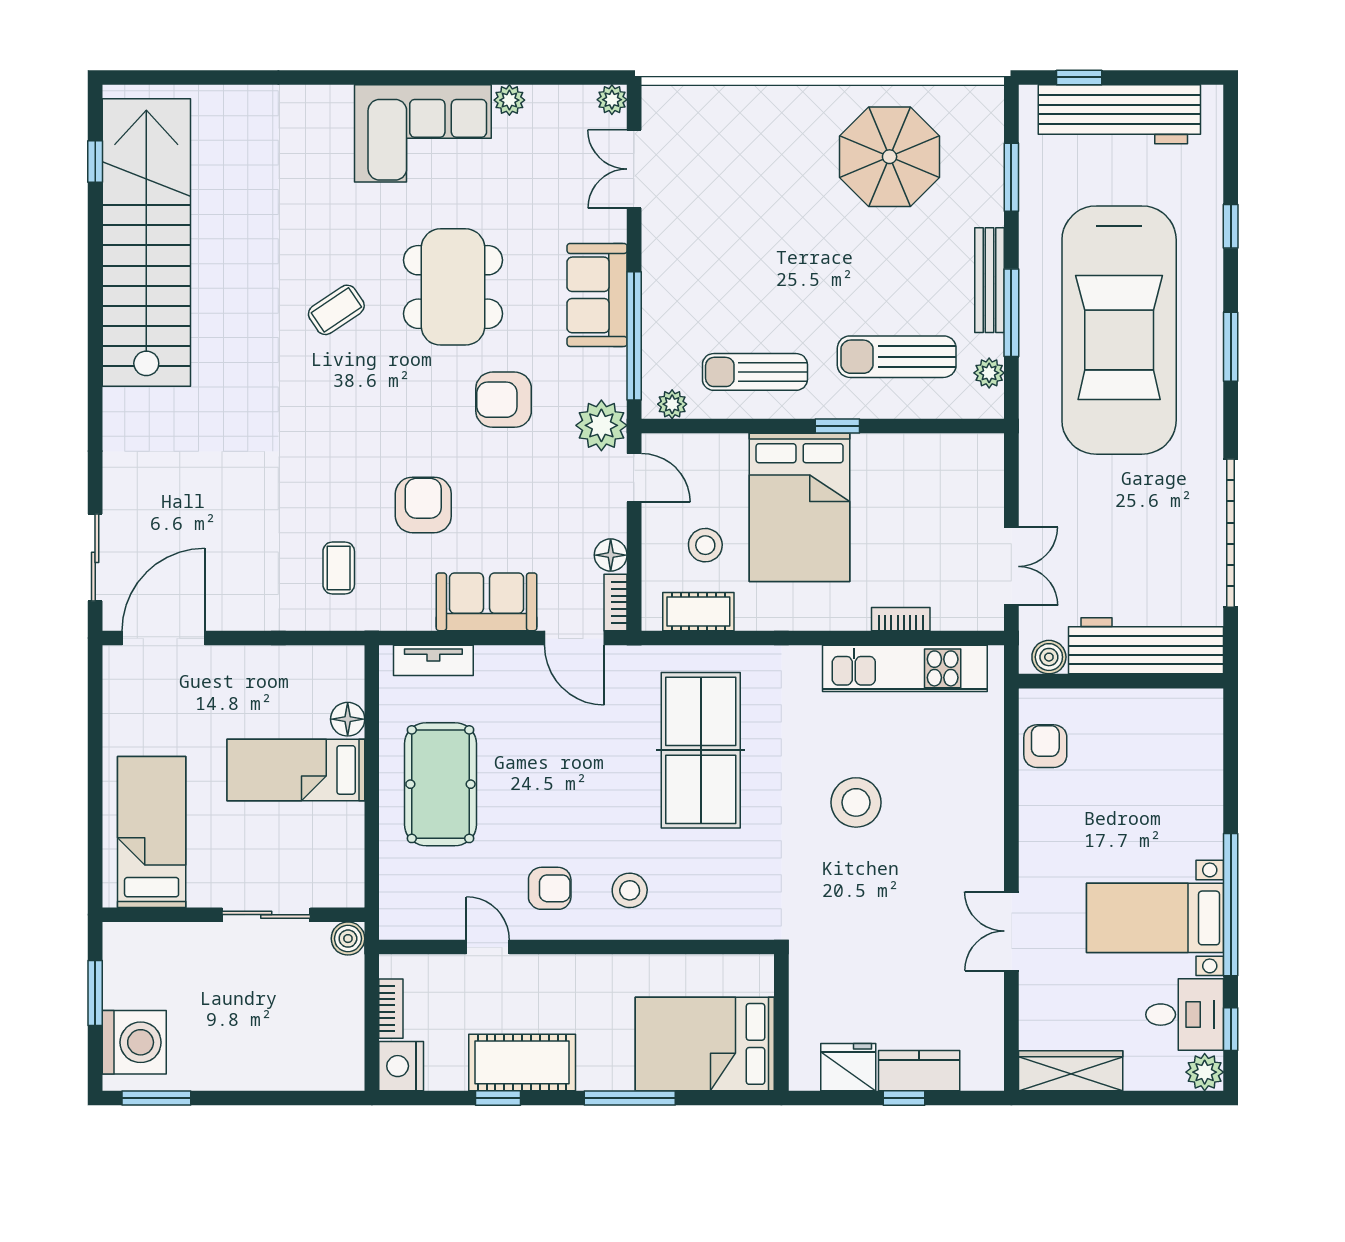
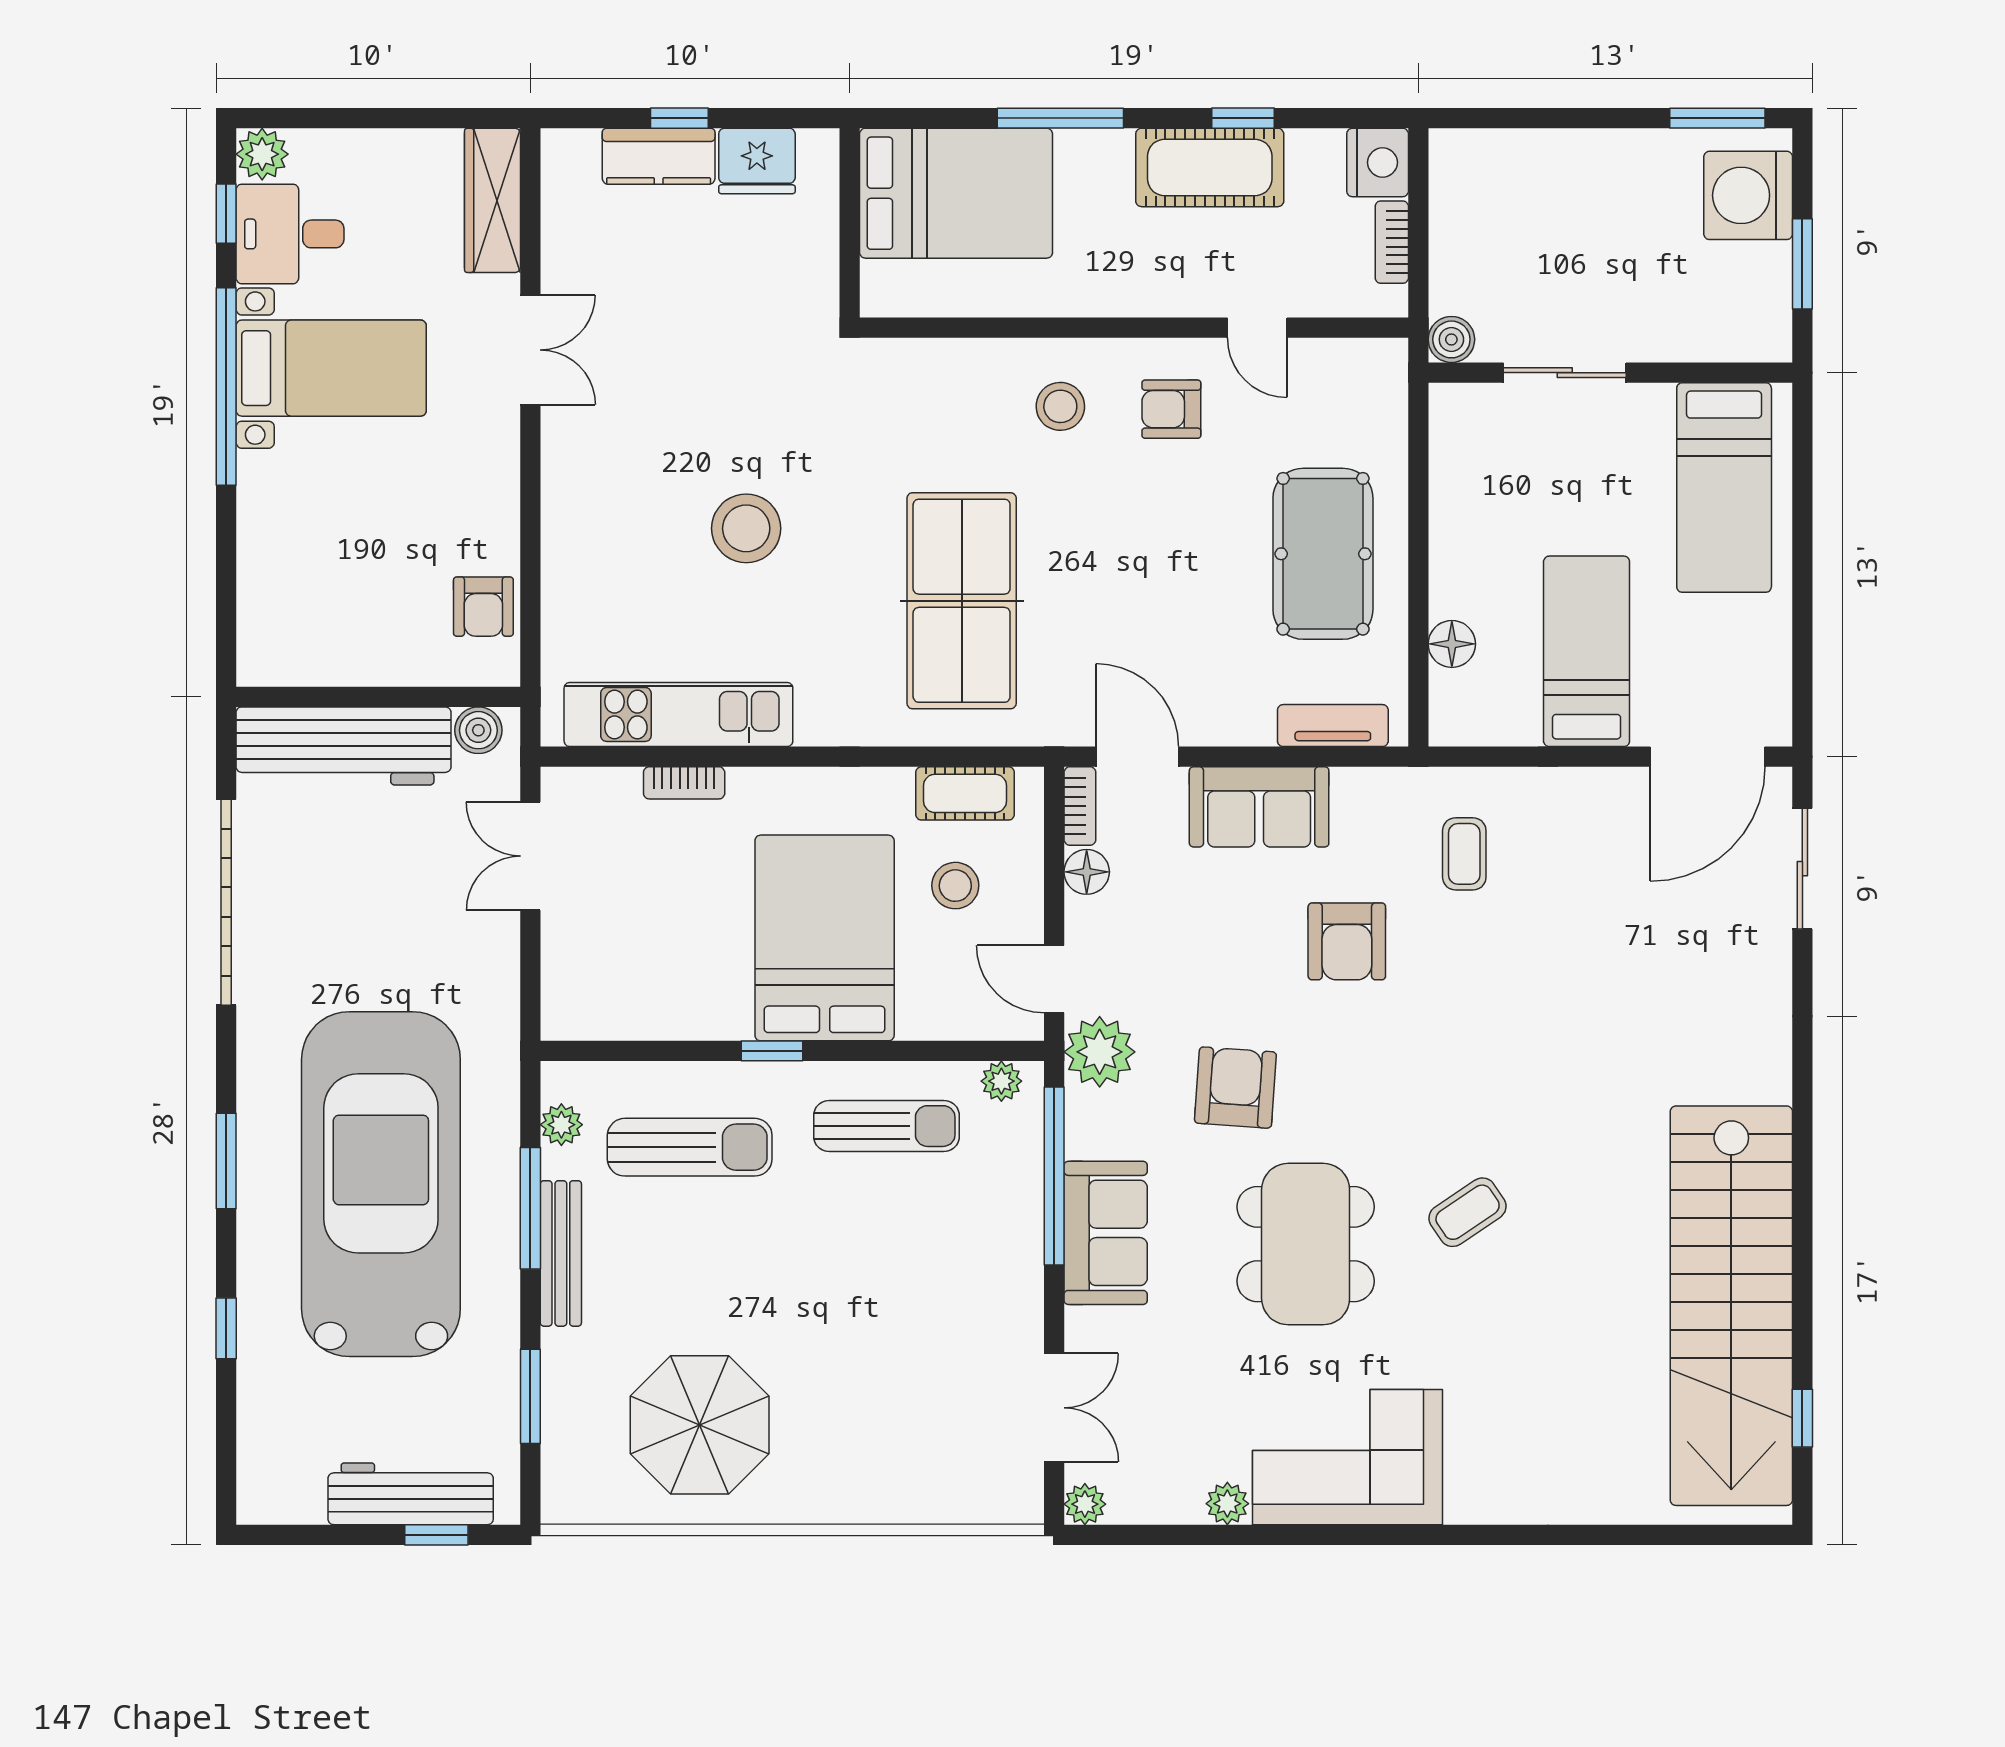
workbench: (1119, 114) -> (411, 1494), width x0.73, depth x0.76
armchair: (504, 400) -> (1235, 1088), turned -86
bed: (296, 770) -> (1587, 651), moved, turned -90
wardrobe: (1071, 1071) -> (493, 200), moved, turned 90

